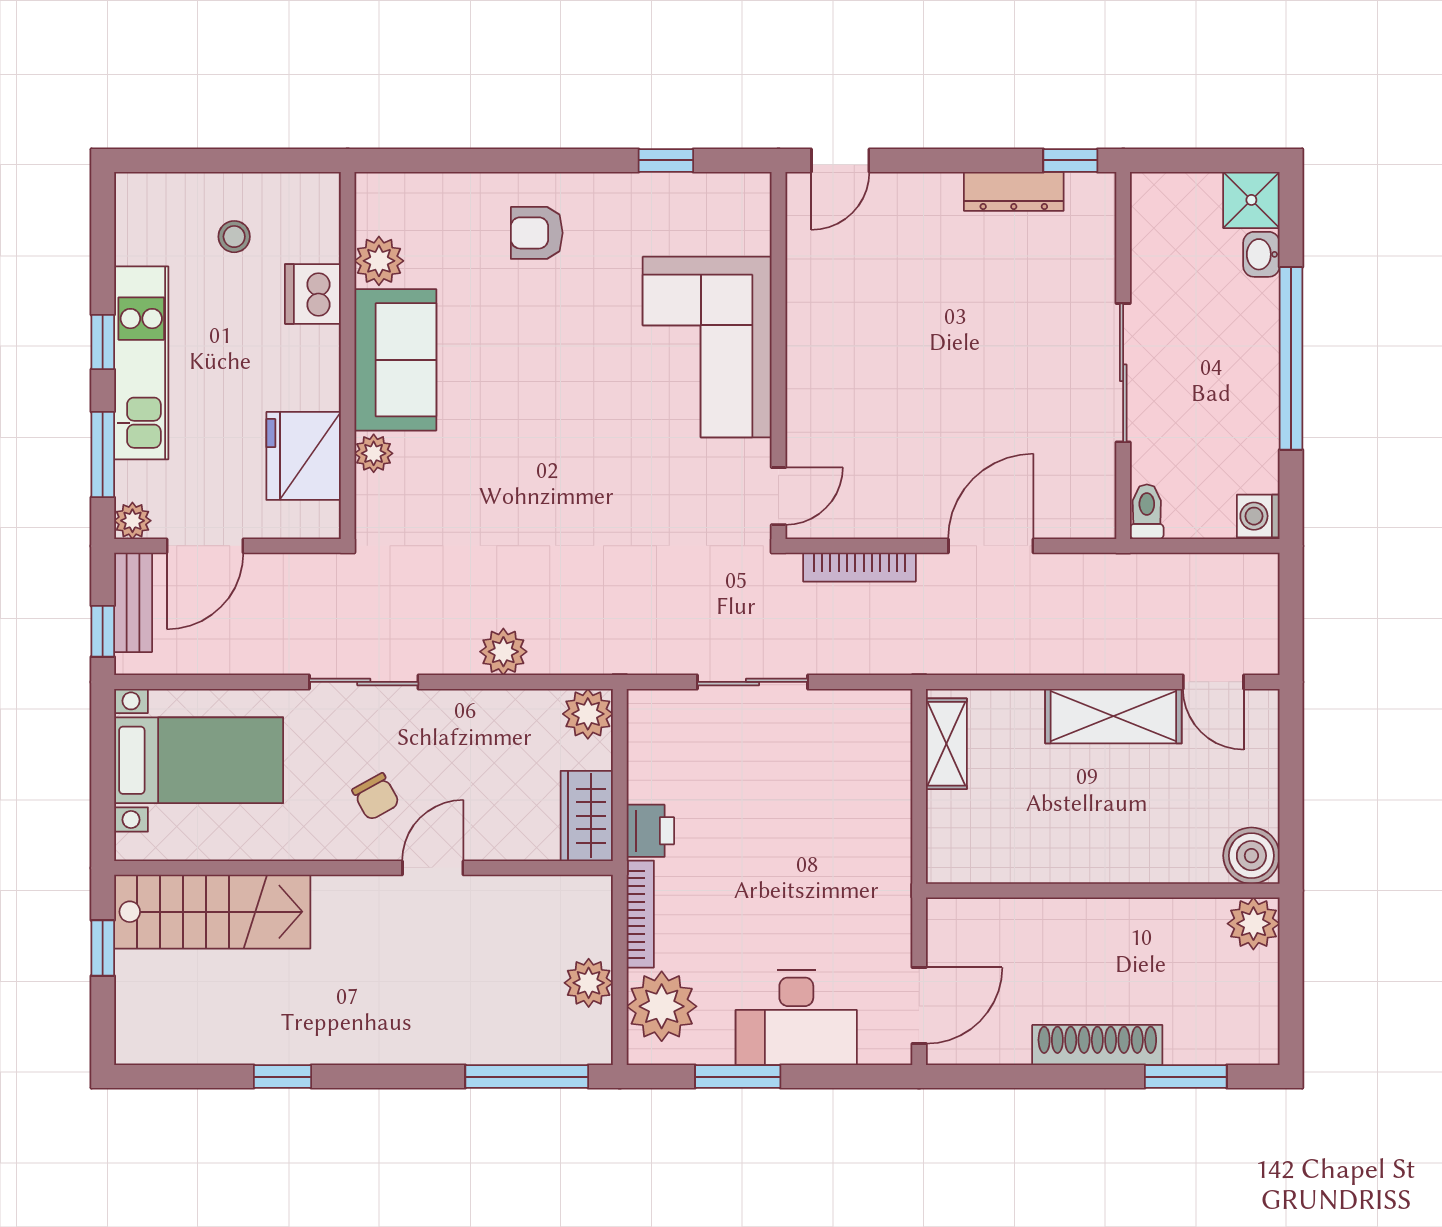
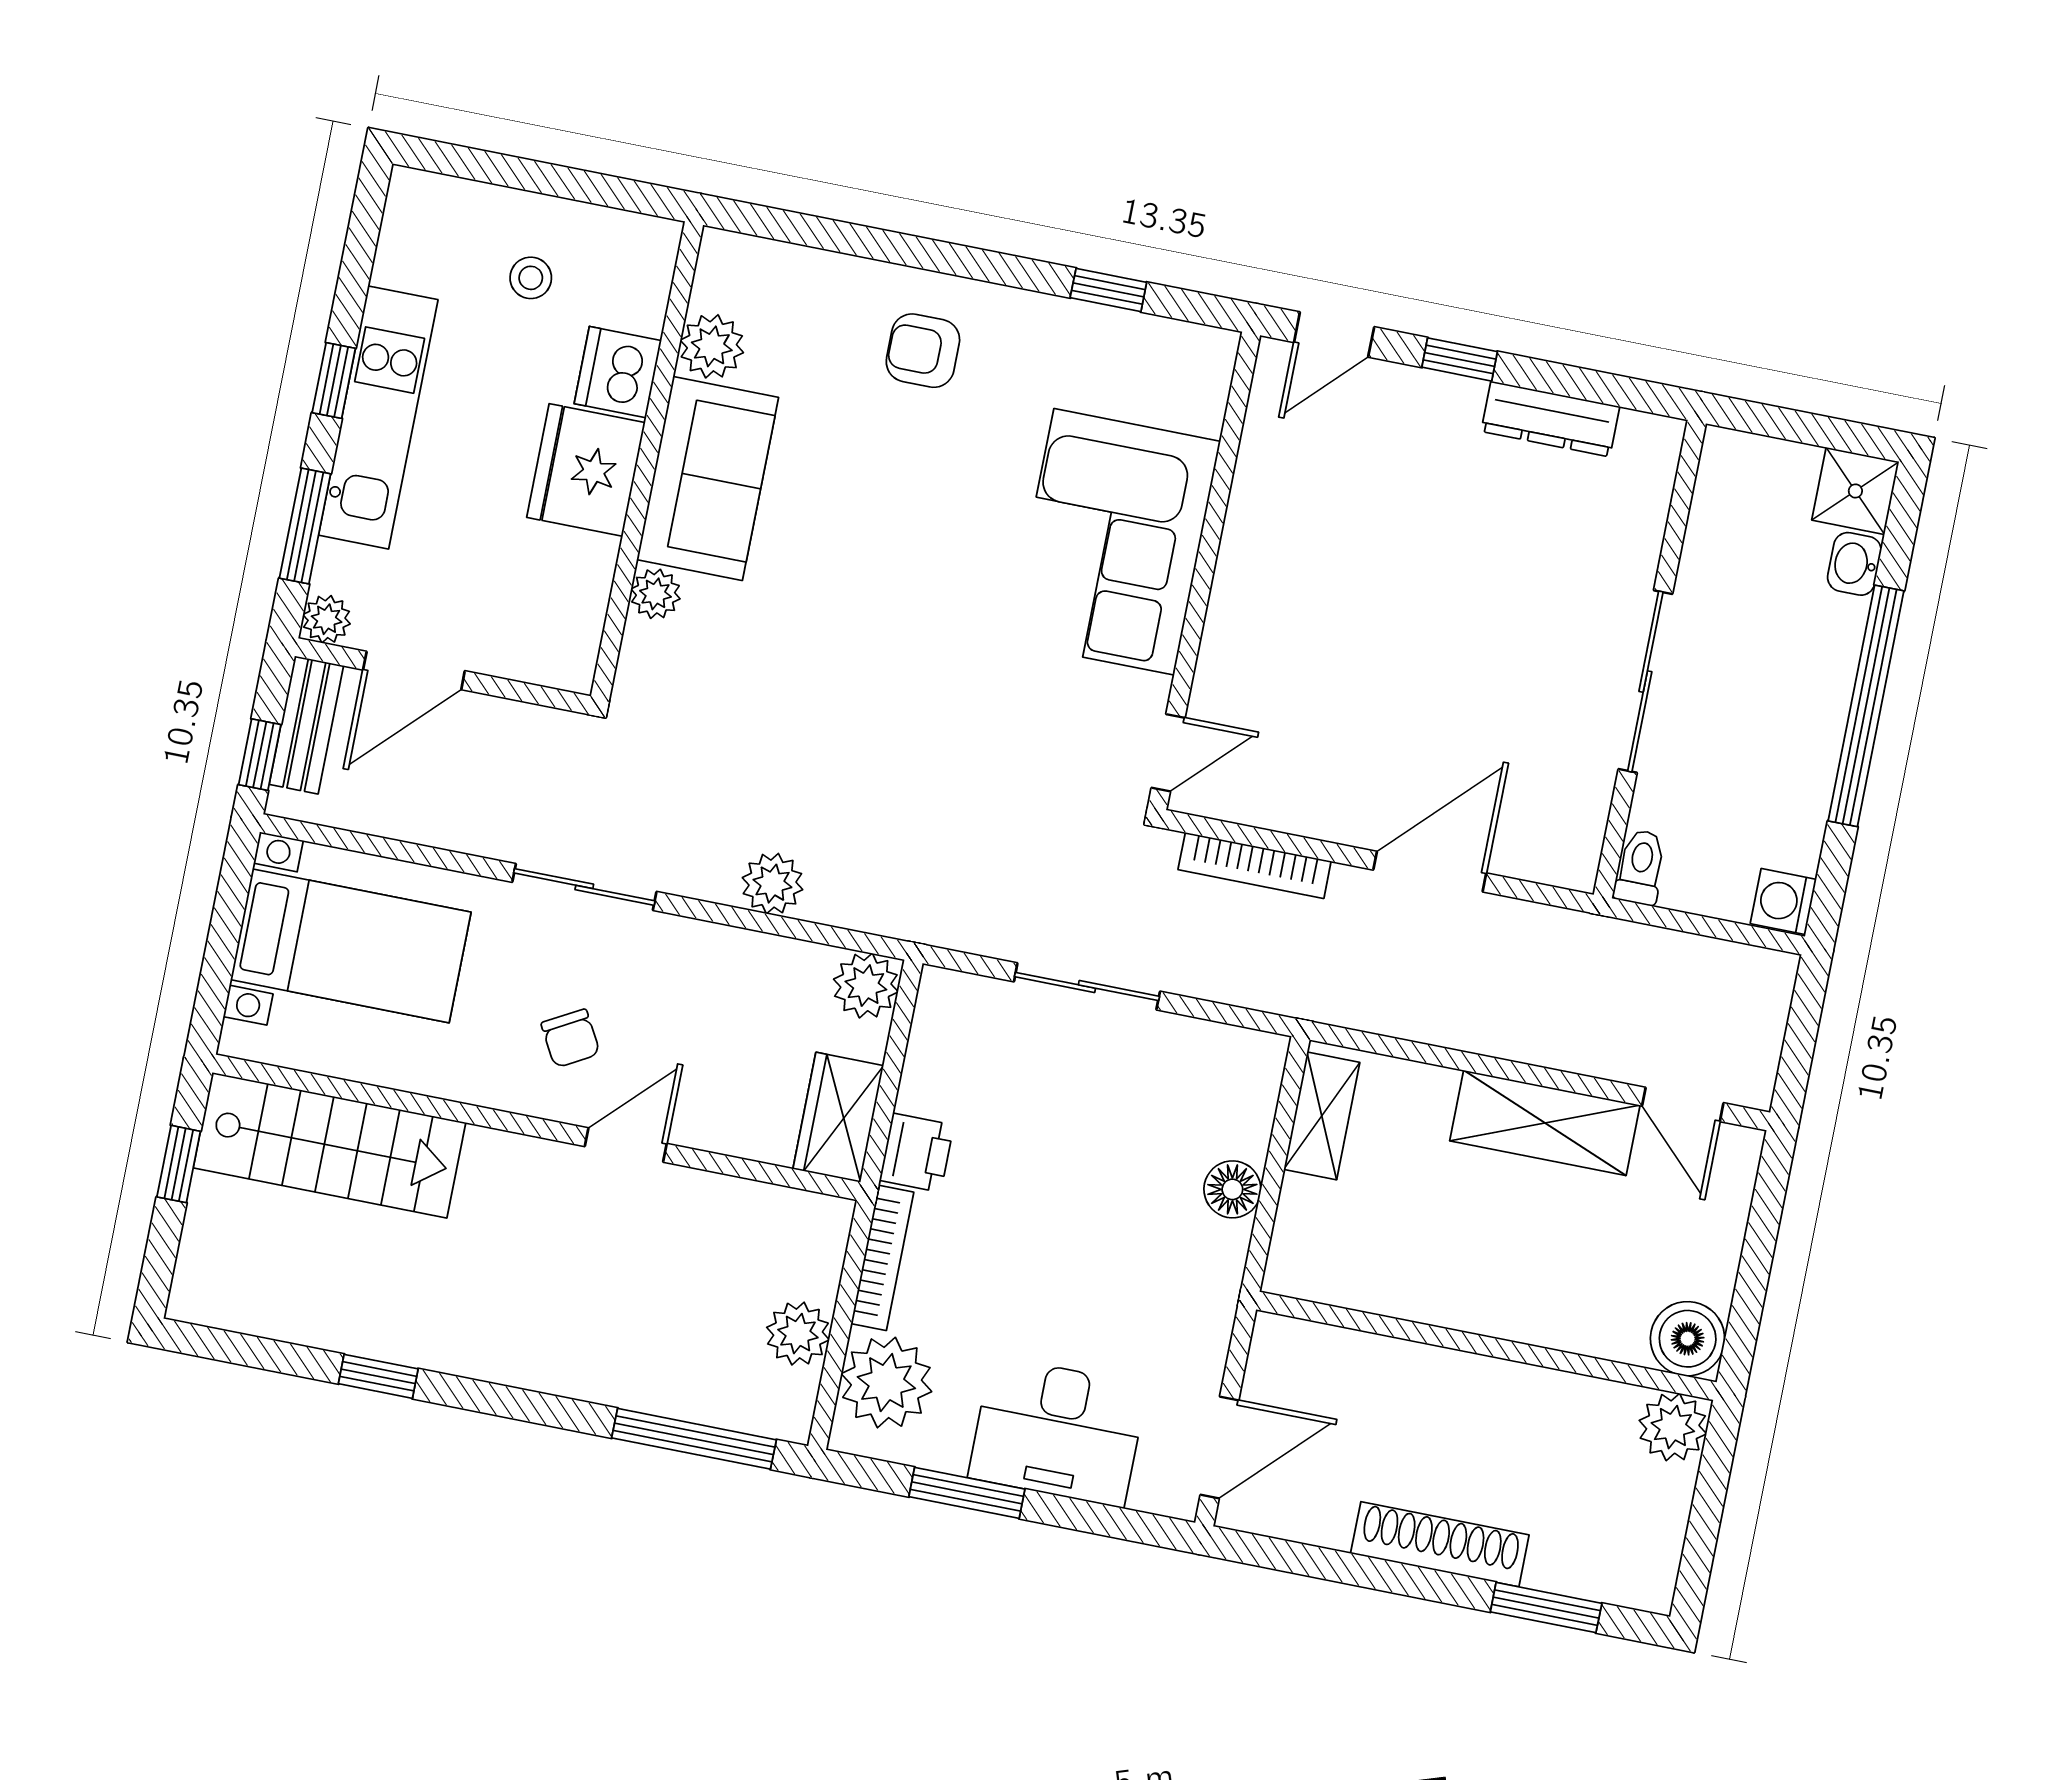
window: (1070, 160) -> (1460, 359), moved
fridge: (304, 456) -> (586, 470), moved
floor lamp: (891, 812) -> (1232, 1189), added

